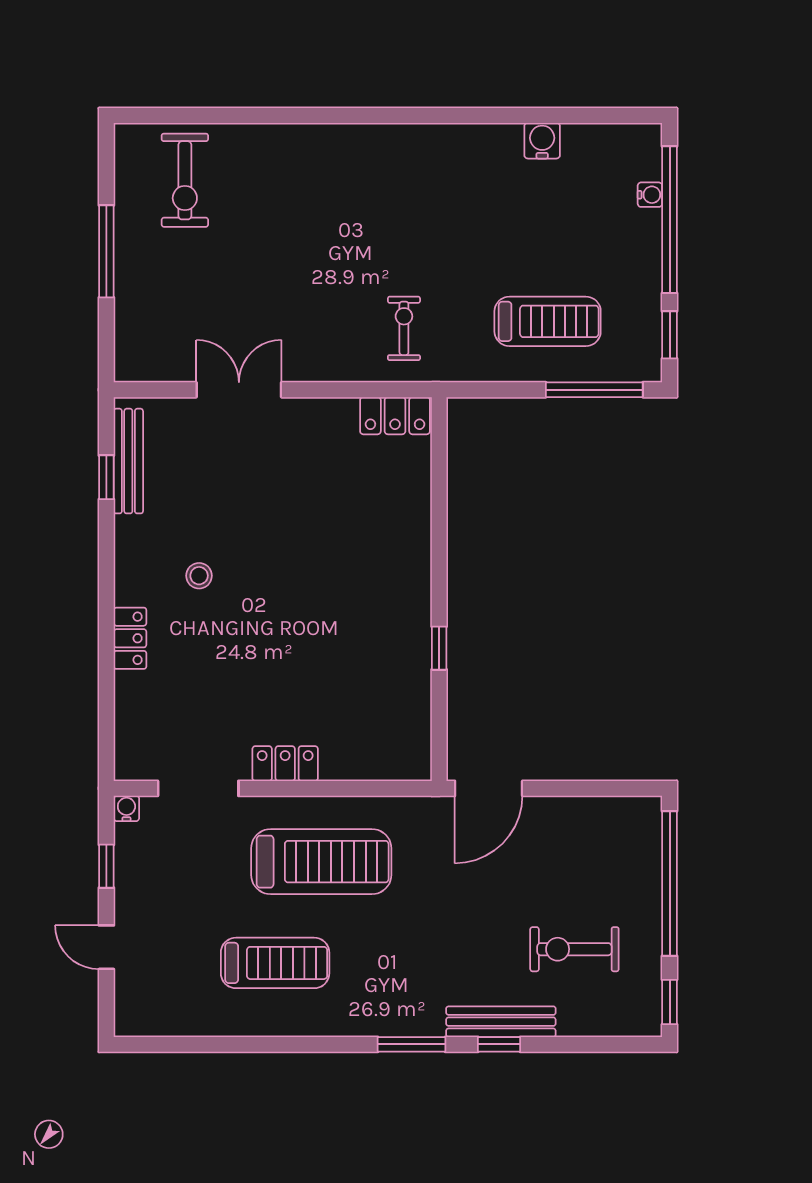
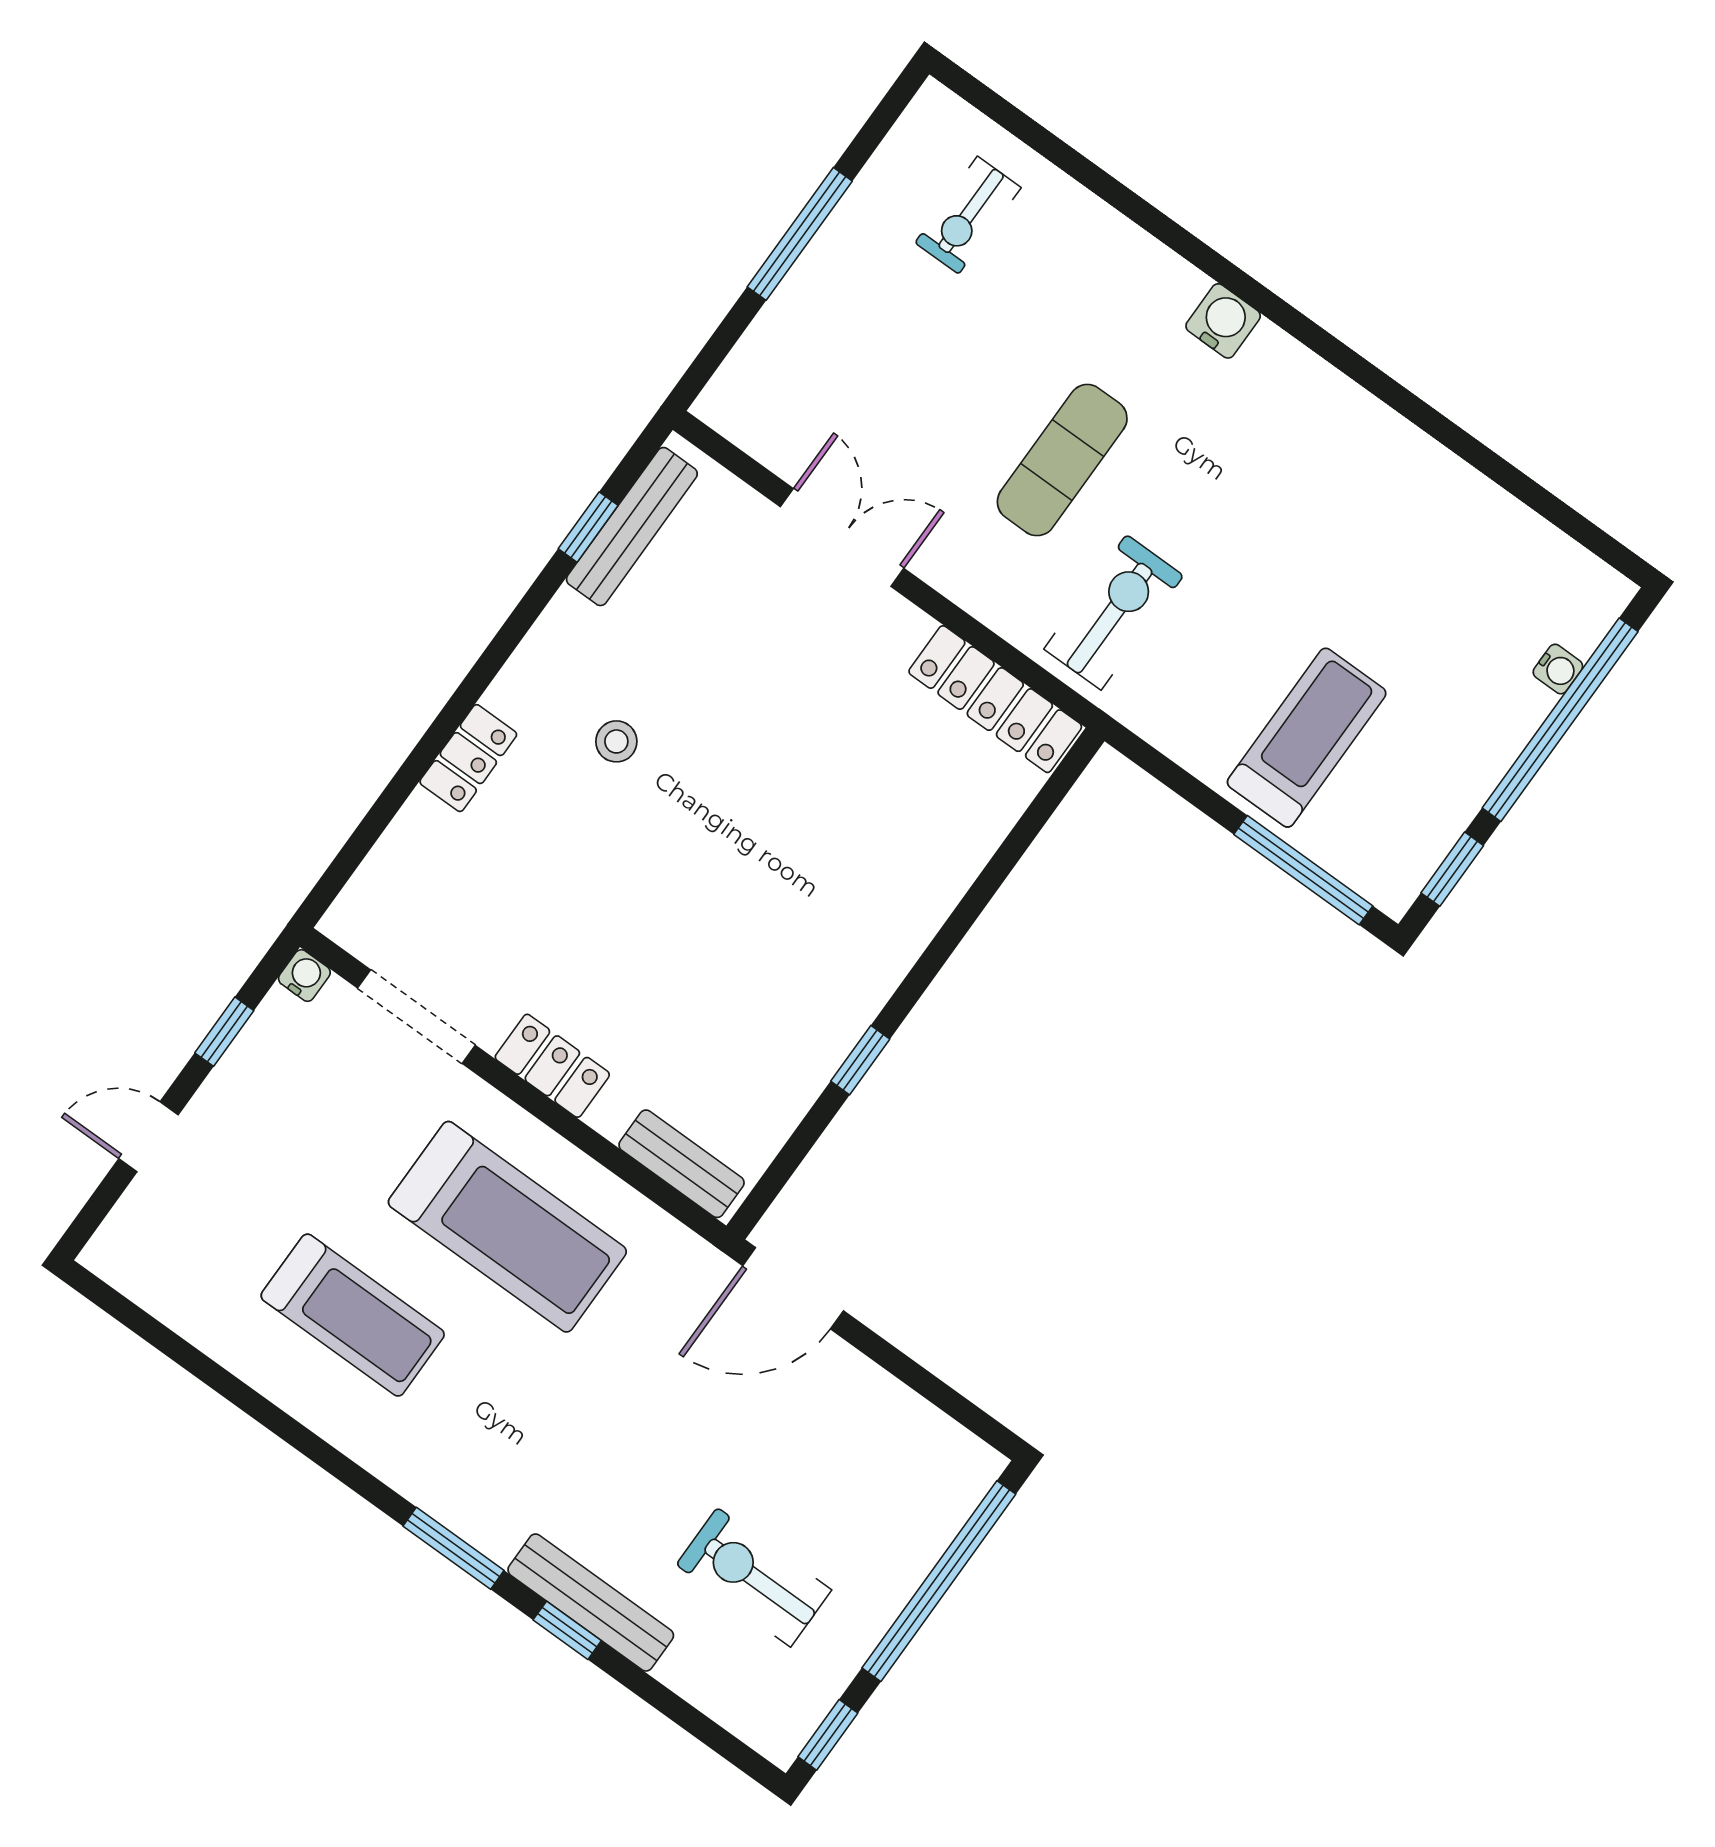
water cooler: (542, 141) -> (1223, 321), moved
exercise bike: (185, 180) -> (968, 215), width x0.73, depth x0.72
exercise mat: (322, 270) -> (1062, 460), added
treadmill: (548, 321) -> (1307, 738), turned -90
exercise bike: (404, 328) -> (1114, 612), width x1.38, depth x1.39
locker: (395, 416) -> (995, 699), width x1.53
bench: (387, 766) -> (682, 1164), added
door: (106, 947) -> (149, 1137), hinge flipped

